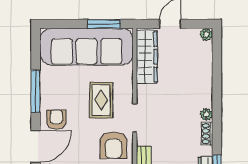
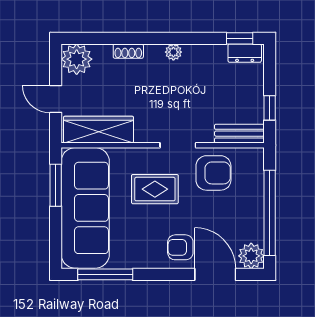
plant: (206, 35) -> (77, 59), width x1.87, depth x1.87
window: (36, 91) -> (105, 274), moved
shoe rack: (207, 134) -> (128, 51), moved

